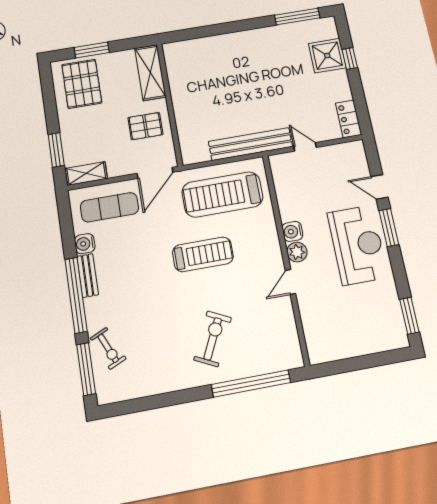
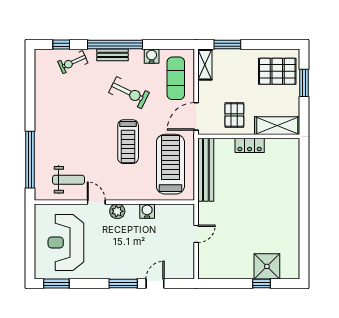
window: (297, 17) -> (304, 250), removed
locker: (349, 119) -> (250, 145), moved, turned 180
bench: (251, 144) -> (206, 170), moved
door: (155, 173) -> (196, 116), hinge flipped
water cooler: (292, 231) -> (147, 211), moved
reception desk: (358, 245) -> (66, 243), moved, turned 90
bench: (88, 275) -> (112, 55), moved
weight bench: (268, 325) -> (68, 180), added
exercise bike: (213, 339) -> (129, 93), moved
window: (86, 369) -> (61, 45), width x0.46

